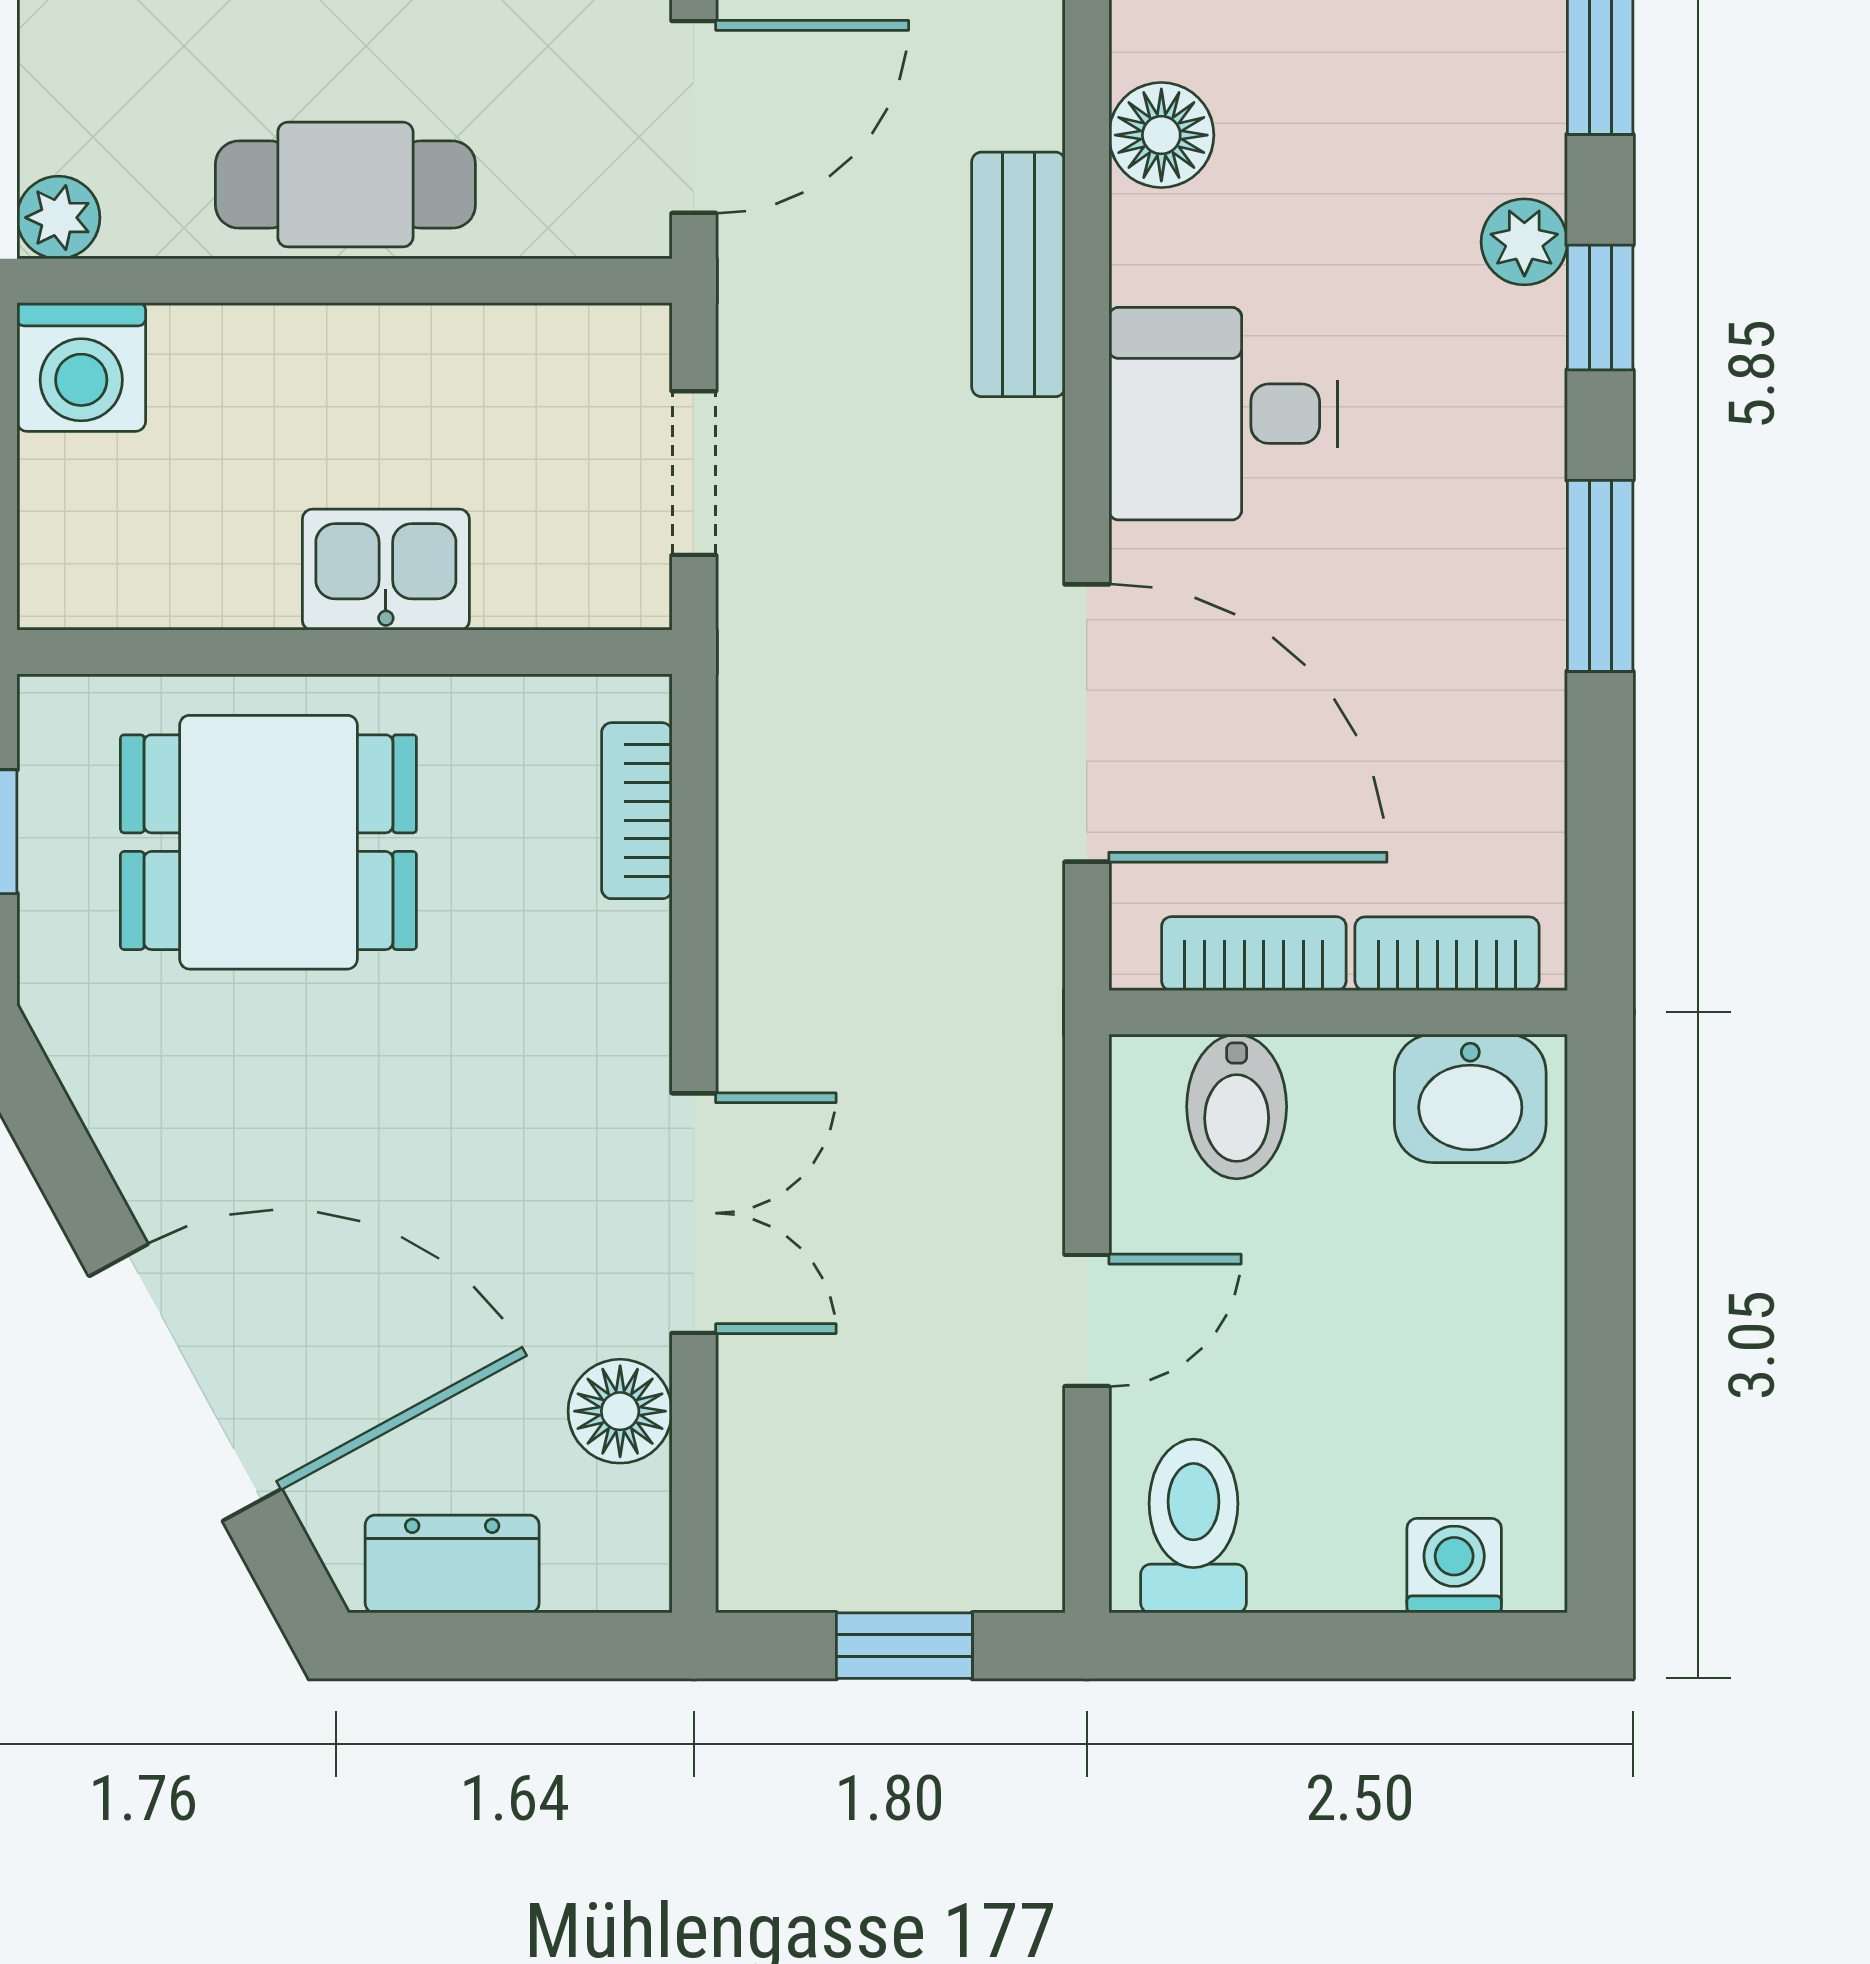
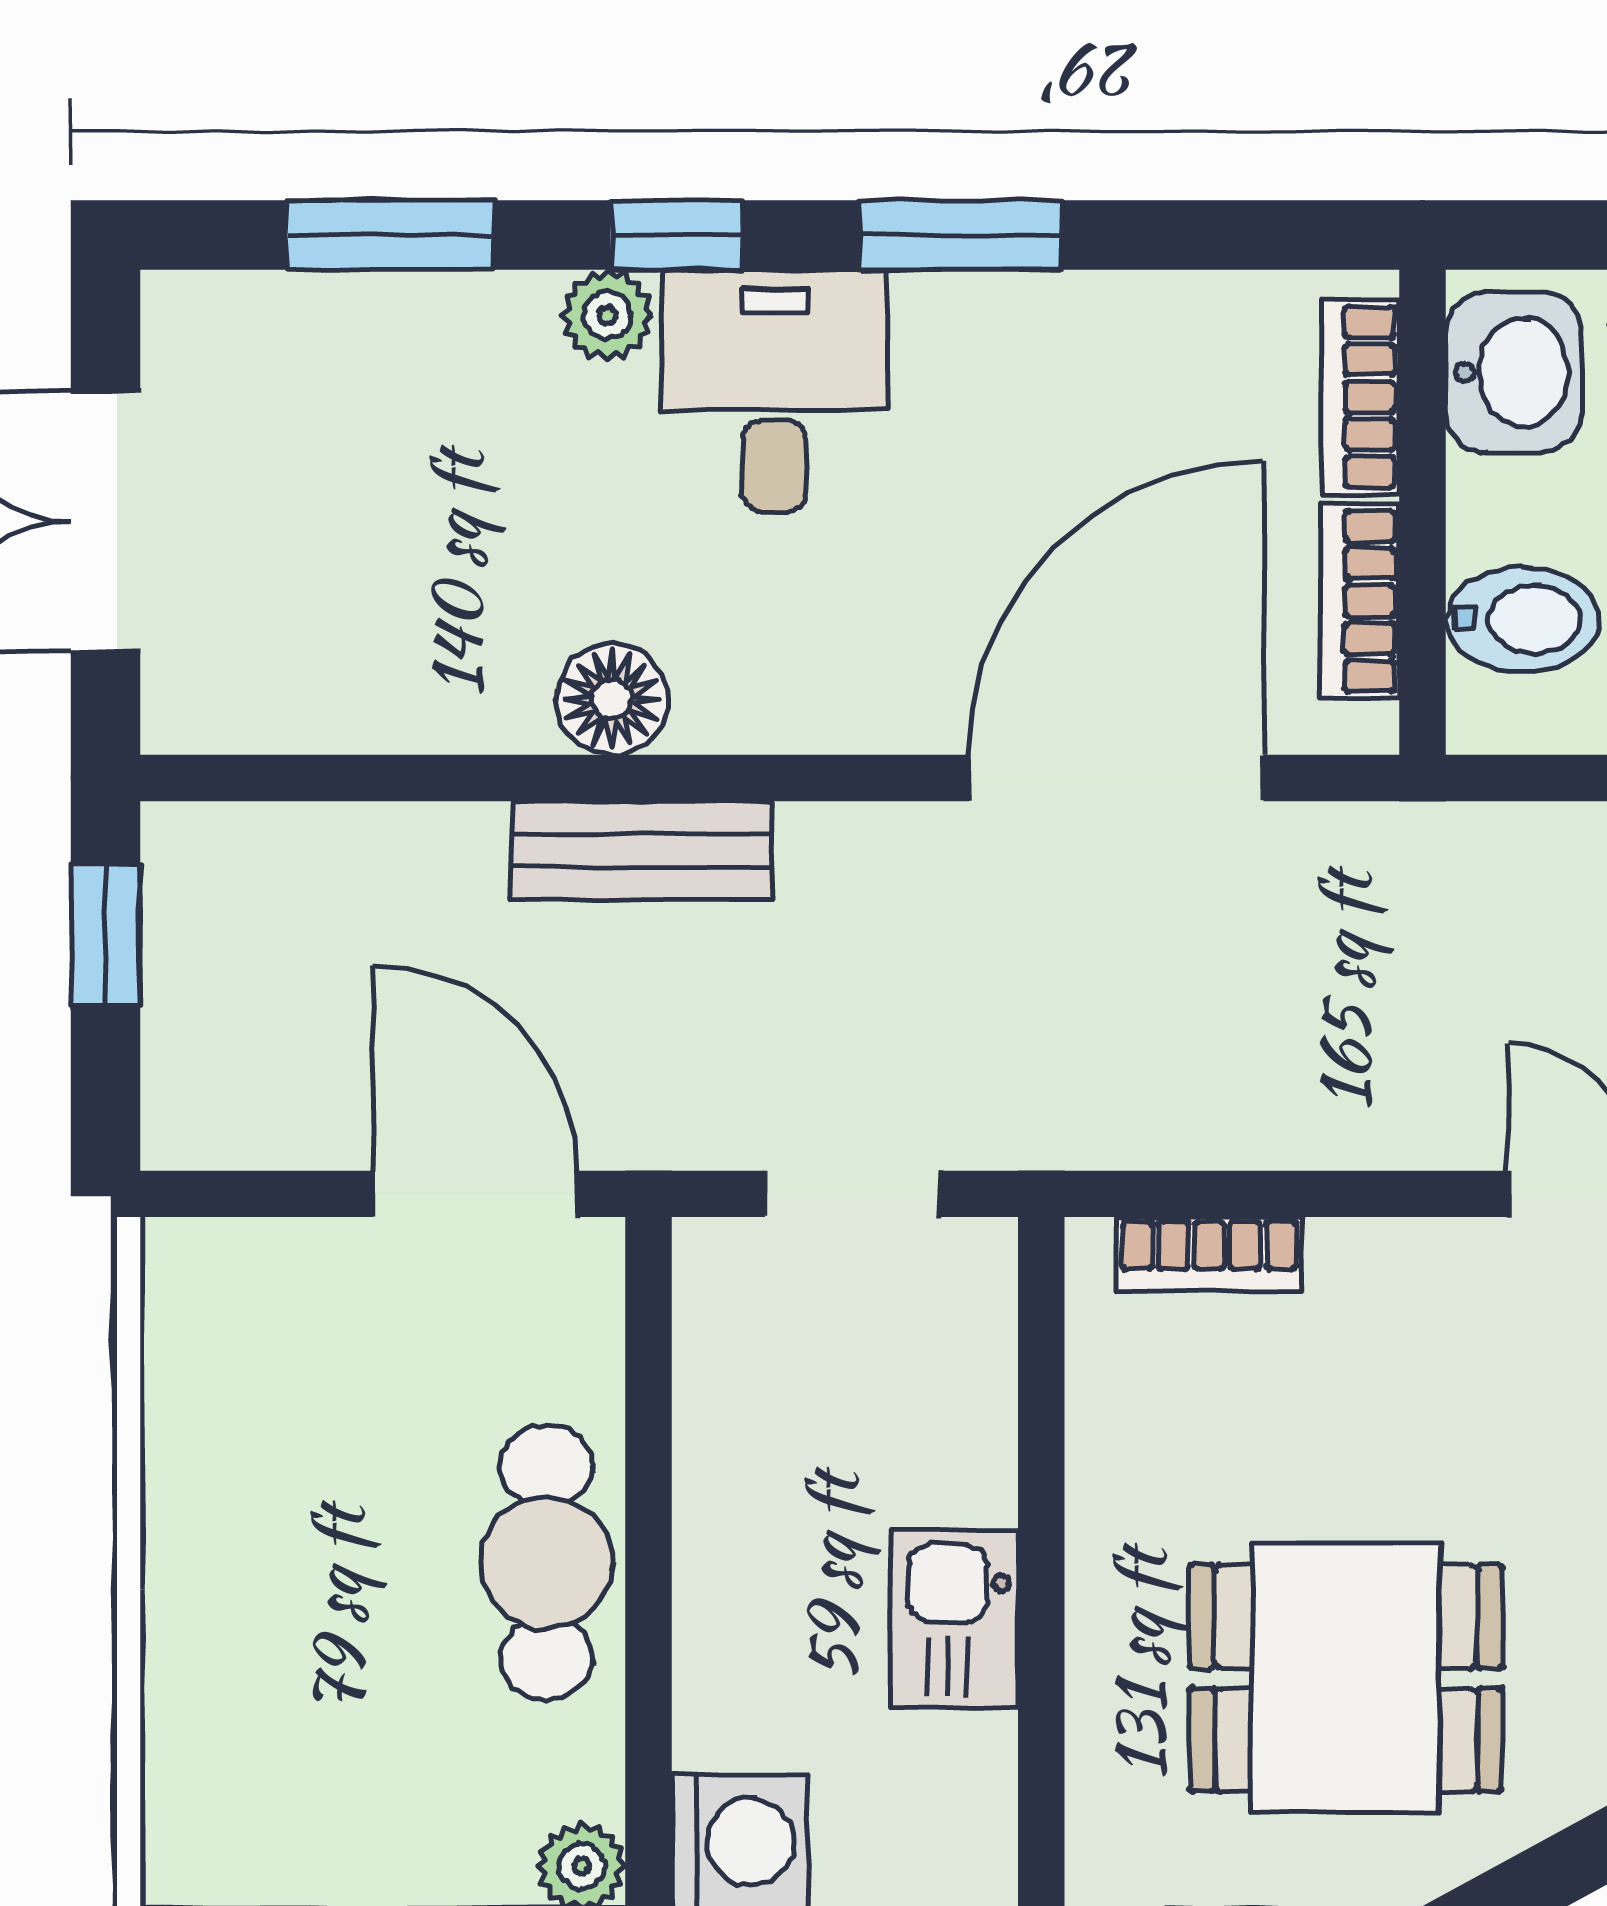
floor lamp: (1161, 135) -> (612, 699), moved
desk: (1223, 414) -> (774, 391), moved, turned 180
kitchen sink: (386, 570) -> (954, 1619), moved
dining table: (268, 842) -> (1346, 1678), moved, turned 90

